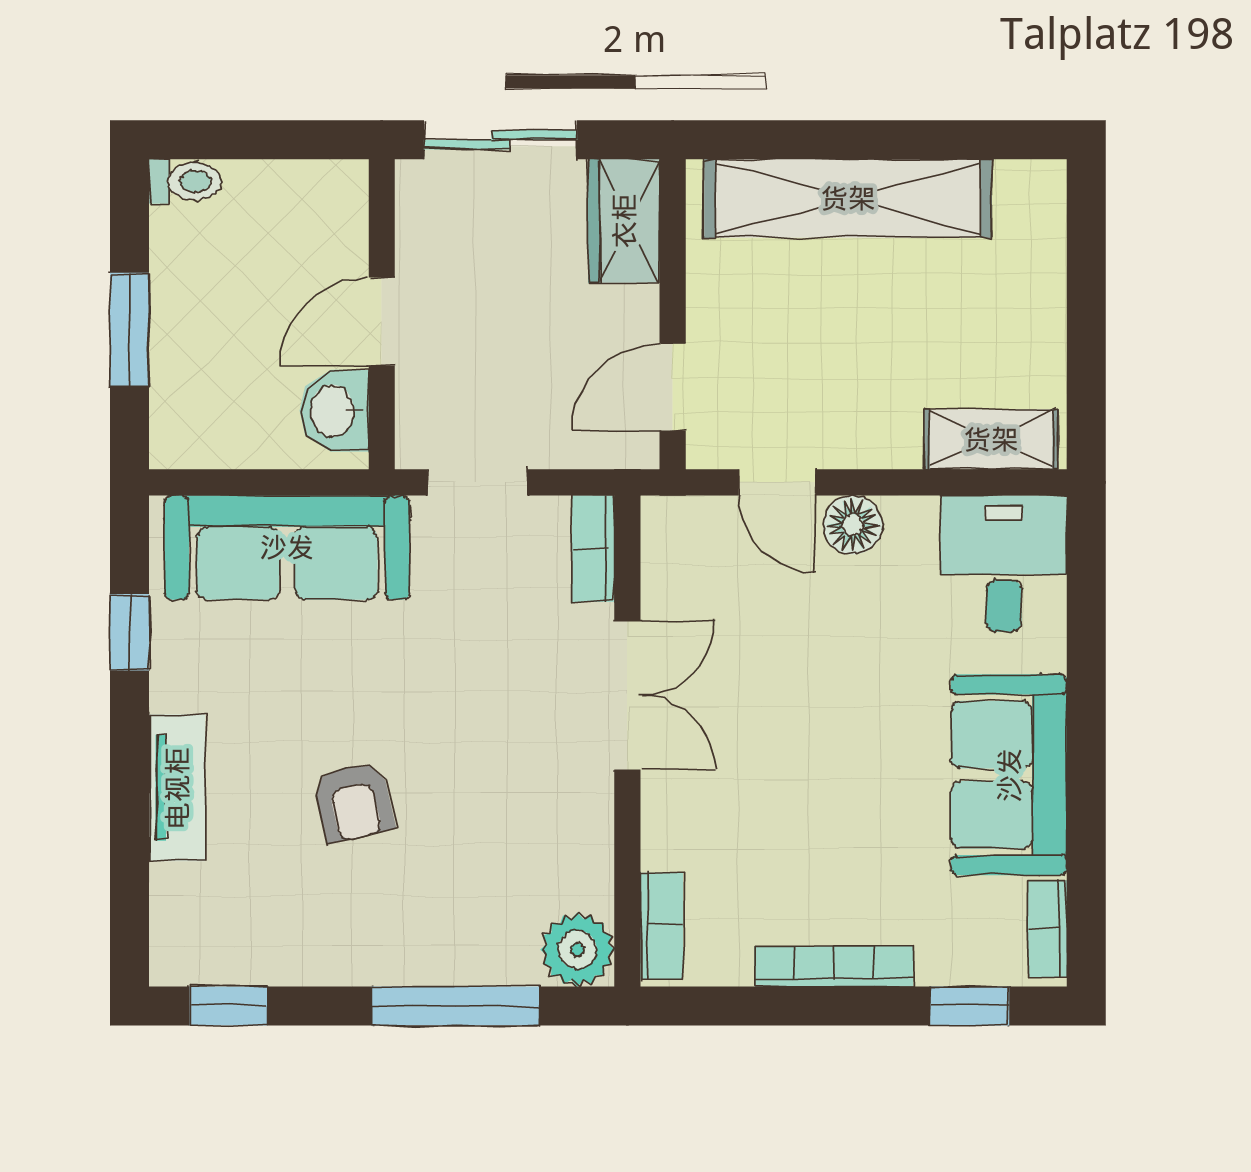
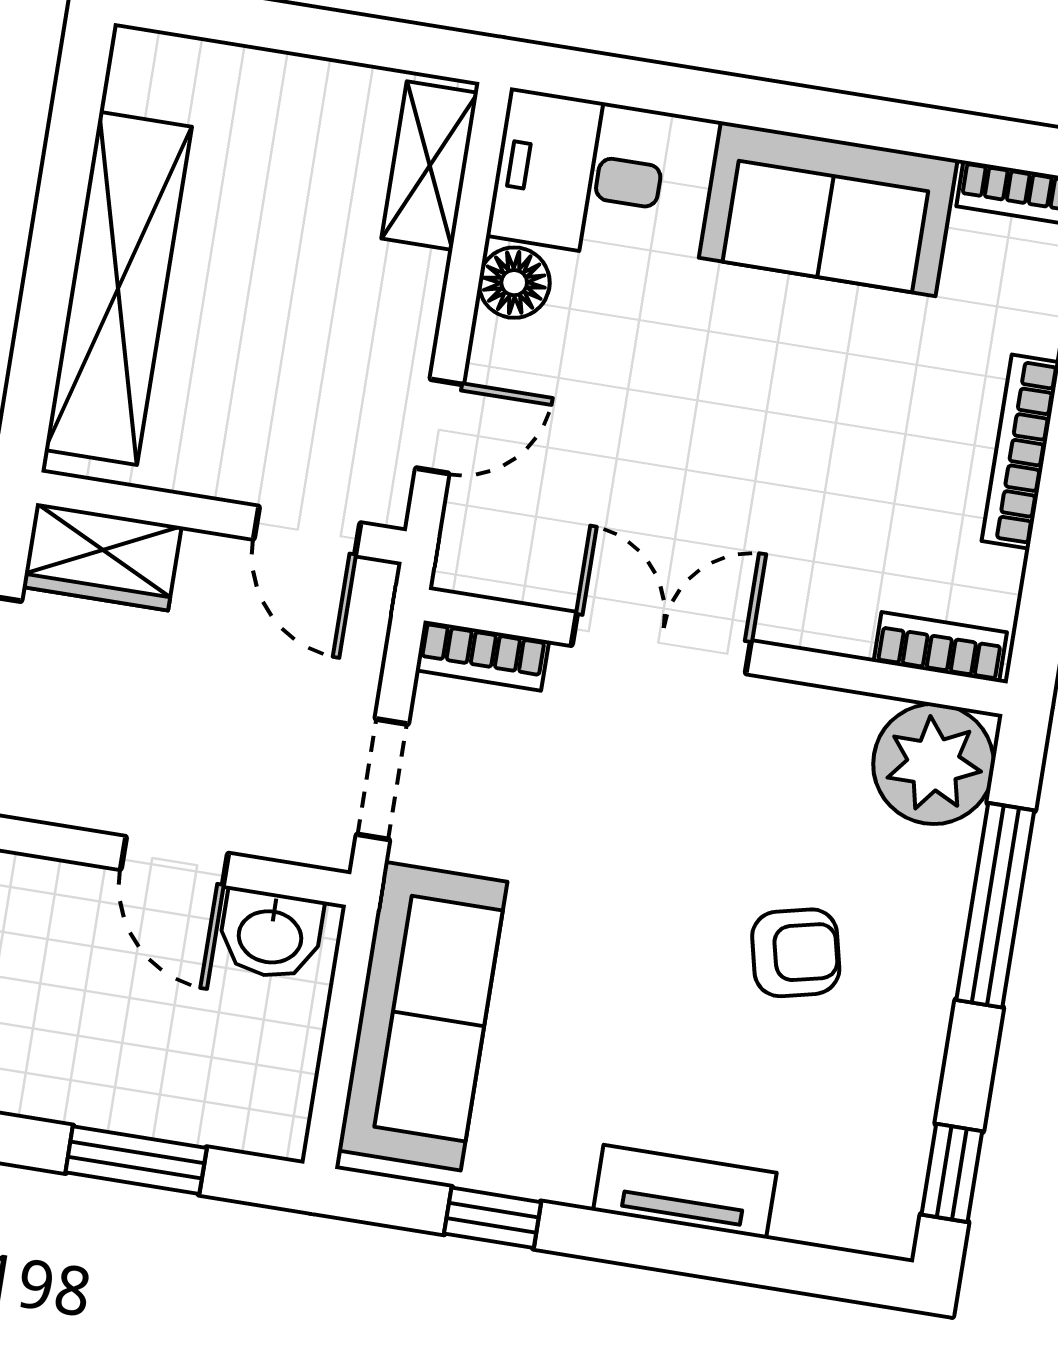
floor lamp: (853, 525) -> (514, 283), moved
armchair: (354, 802) -> (796, 953), moved
plant: (577, 950) -> (934, 764), width x1.36, depth x1.36

